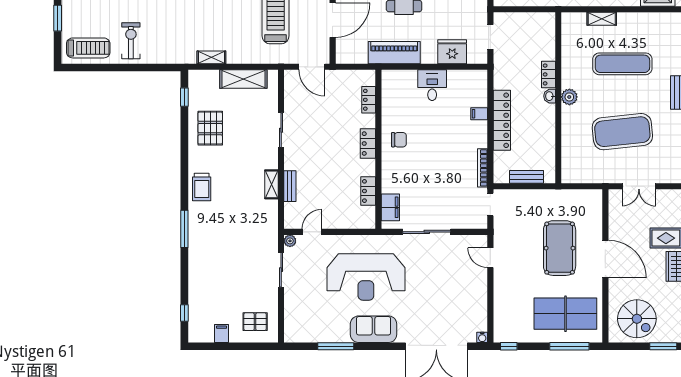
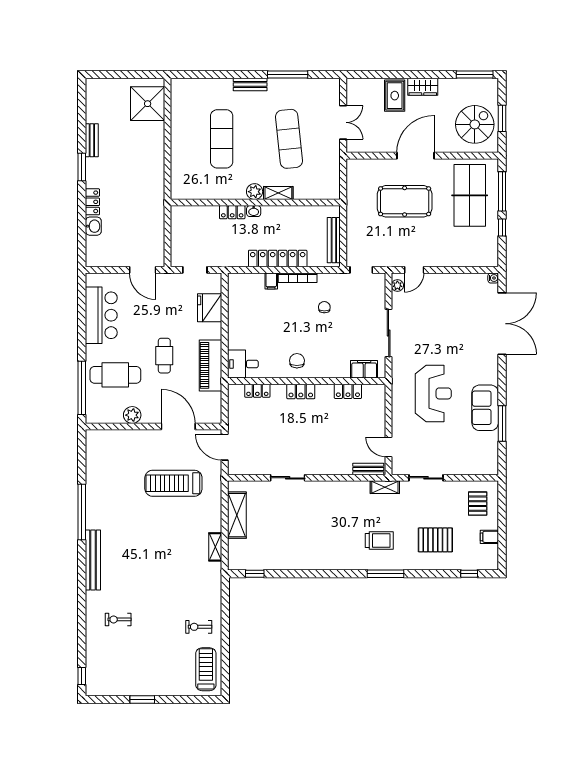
window: (58, 18) -> (176, 700), removed
shelving: (602, 19) -> (278, 193), moved, turned 90
exercise bike: (131, 41) -> (199, 627), width x0.73, depth x0.72
door: (312, 67) -> (225, 447), swing flipped
desk: (432, 85) -> (243, 364), moved
pallet: (210, 128) -> (435, 540), moved
exercise mat: (622, 132) -> (289, 139), width x0.68
chair: (453, 167) -> (324, 307), added
bookcase: (483, 168) -> (298, 278), moved
bench: (526, 177) -> (334, 240), width x1.36
shelving: (272, 184) -> (385, 487), moved
bench: (290, 186) -> (368, 469), moved
trolley: (202, 187) -> (379, 541), moved
plant: (290, 241) -> (397, 285), moved
reception desk: (366, 277) -> (433, 393), width x0.74, depth x0.77
sofa: (374, 329) -> (485, 408), moved
window: (509, 346) -> (502, 227), moved
window: (663, 346) -> (502, 118), moved

